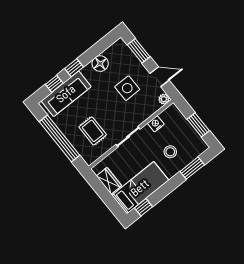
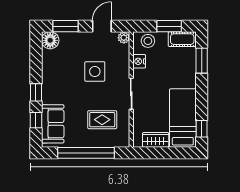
floor lamp: (100, 64) -> (50, 40), moved
side table: (127, 88) -> (95, 71), moved
sofa: (66, 94) -> (53, 124), width x0.73
cot: (196, 142) -> (182, 39), added
stool: (170, 152) -> (148, 41), moved

